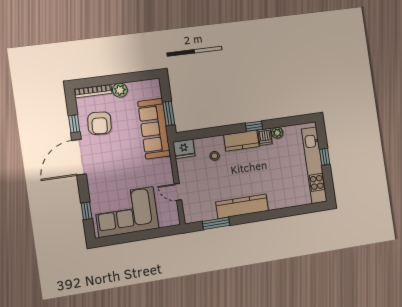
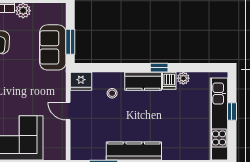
sofa: (154, 129) -> (53, 47), width x0.73
door: (178, 192) -> (68, 111), moved

